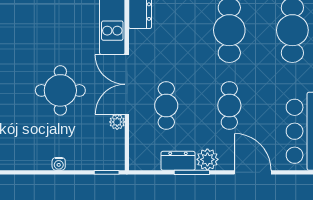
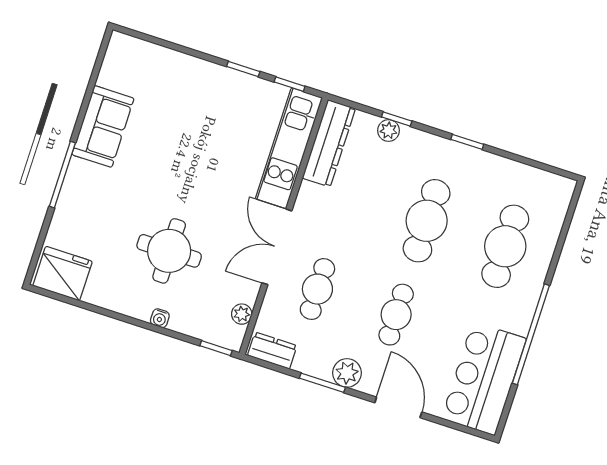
round table: (60, 90) -> (169, 251), moved
plant: (117, 122) -> (242, 314), moved
dresser: (178, 161) -> (272, 351), moved

